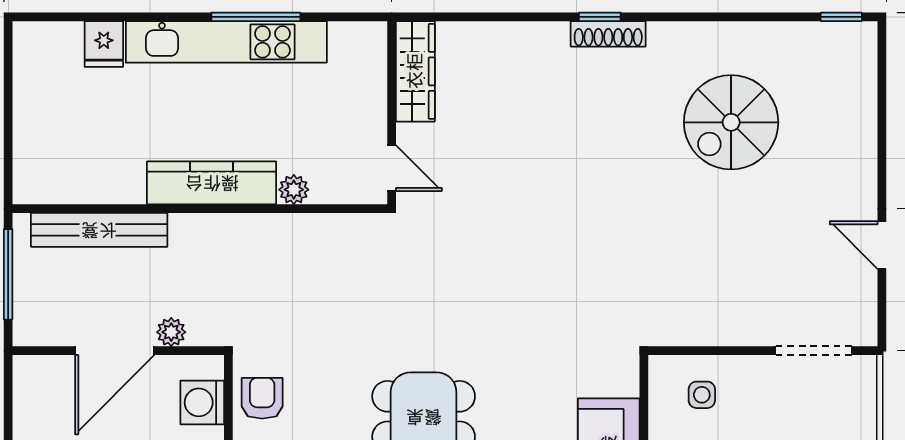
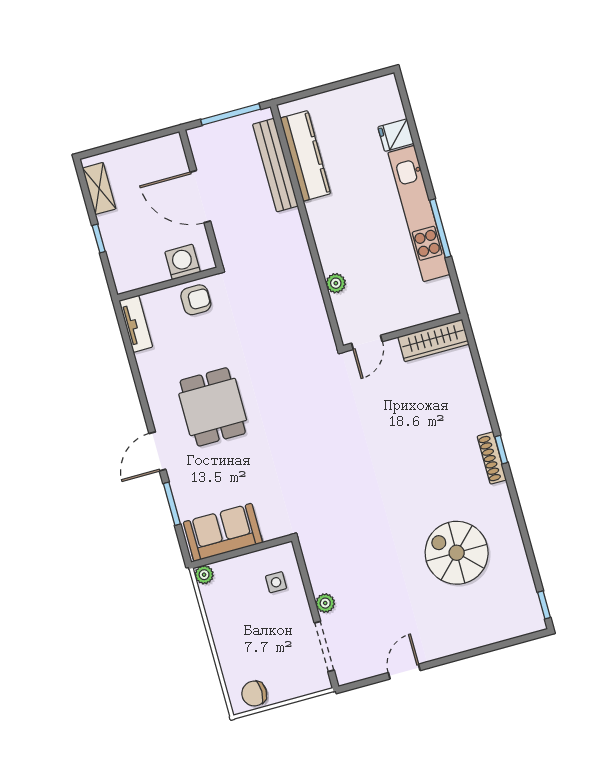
kitchen counter: (212, 183) -> (305, 156), moved
plant: (171, 332) -> (325, 603), moved

